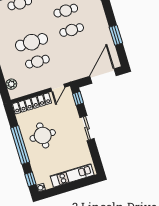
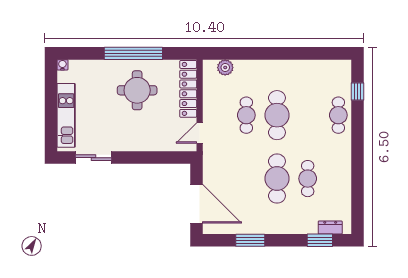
cafe table: (72, 30) -> (277, 179), width x1.37, depth x1.35
door: (58, 88) -> (200, 133), hinge flipped
window: (78, 98) -> (175, 158), removed
sliding door: (87, 128) -> (94, 158), moved
window: (30, 179) -> (79, 53), removed

